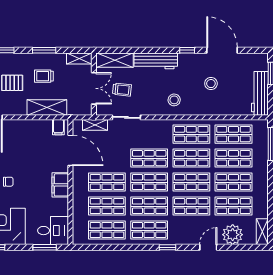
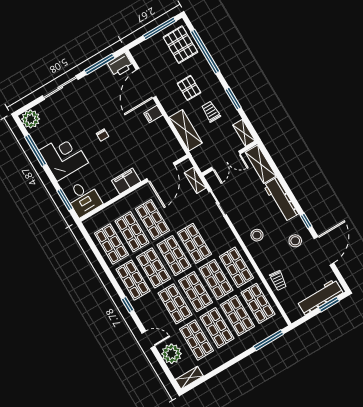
stool: (211, 84) -> (295, 241), moved
trolley: (122, 90) -> (278, 280), moved
workbench: (260, 93) -> (320, 297), moved
filing cabinet: (58, 127) -> (153, 114), moved

